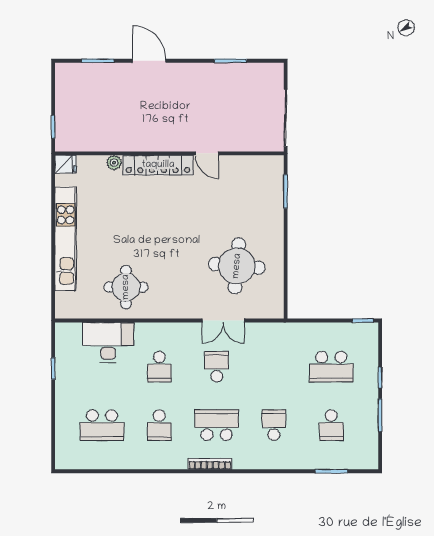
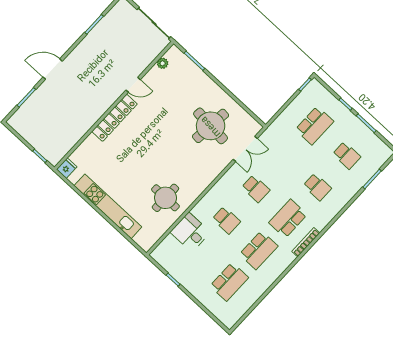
plant: (114, 163) -> (163, 63), moved
double door: (223, 321) -> (245, 149), moved
desk: (108, 342) -> (190, 232), width x0.73
school desk: (217, 367) -> (256, 189), turned 180
school desk: (159, 425) -> (259, 250), width x1.85
school desk: (274, 425) -> (317, 187), turned 180

